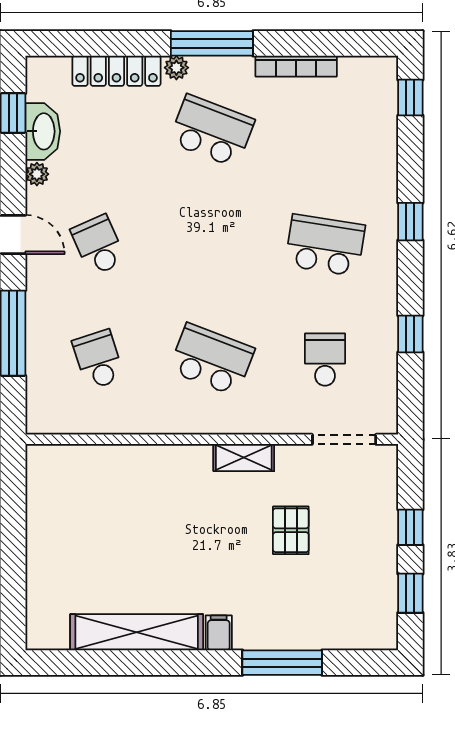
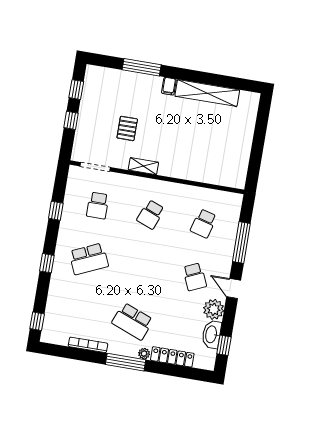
plant: (37, 174) -> (214, 309), width x1.87, depth x1.87
school desk: (325, 245) -> (89, 259), turned -33
school desk: (98, 360) -> (204, 223), turned 33
school desk: (212, 360) -> (151, 214), width x0.54

